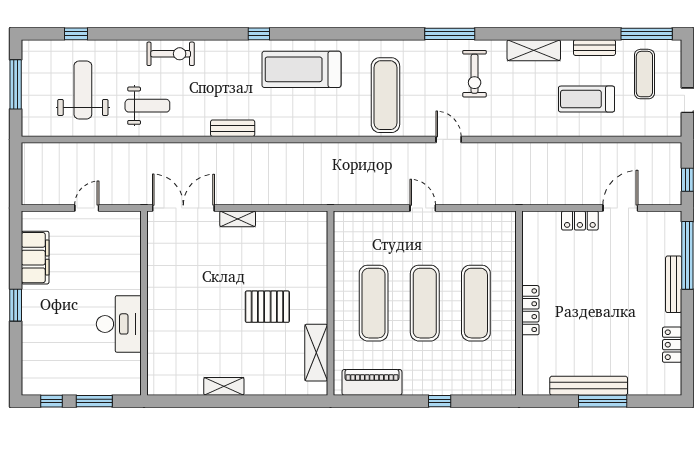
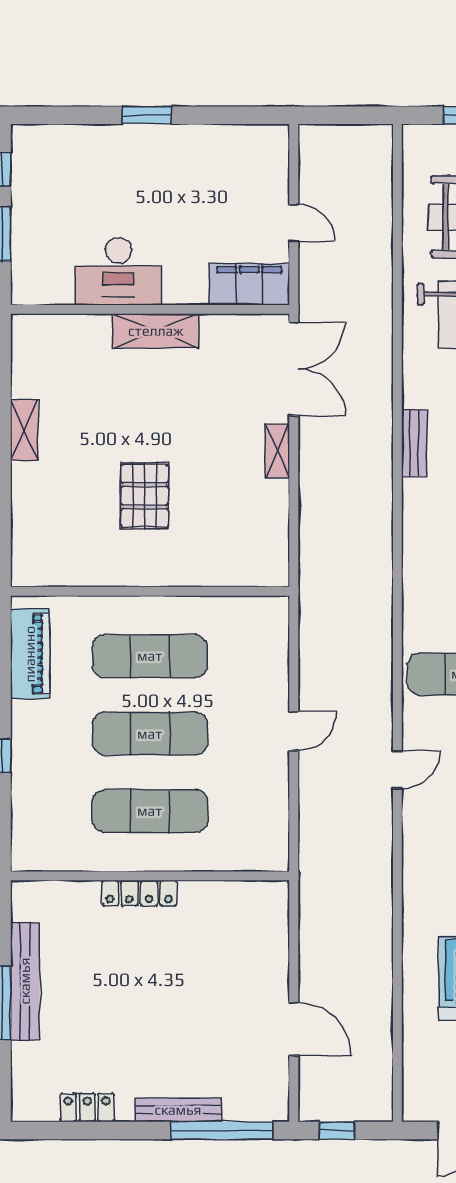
locker: (580, 220) -> (275, 968), removed
filing cabinet: (35, 258) -> (249, 284), moved, turned 180
shelving: (316, 353) -> (156, 331), moved

